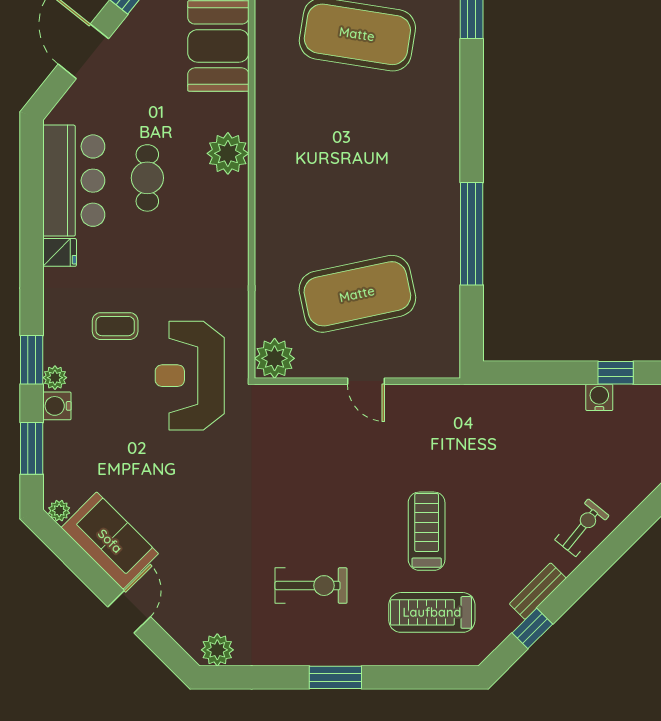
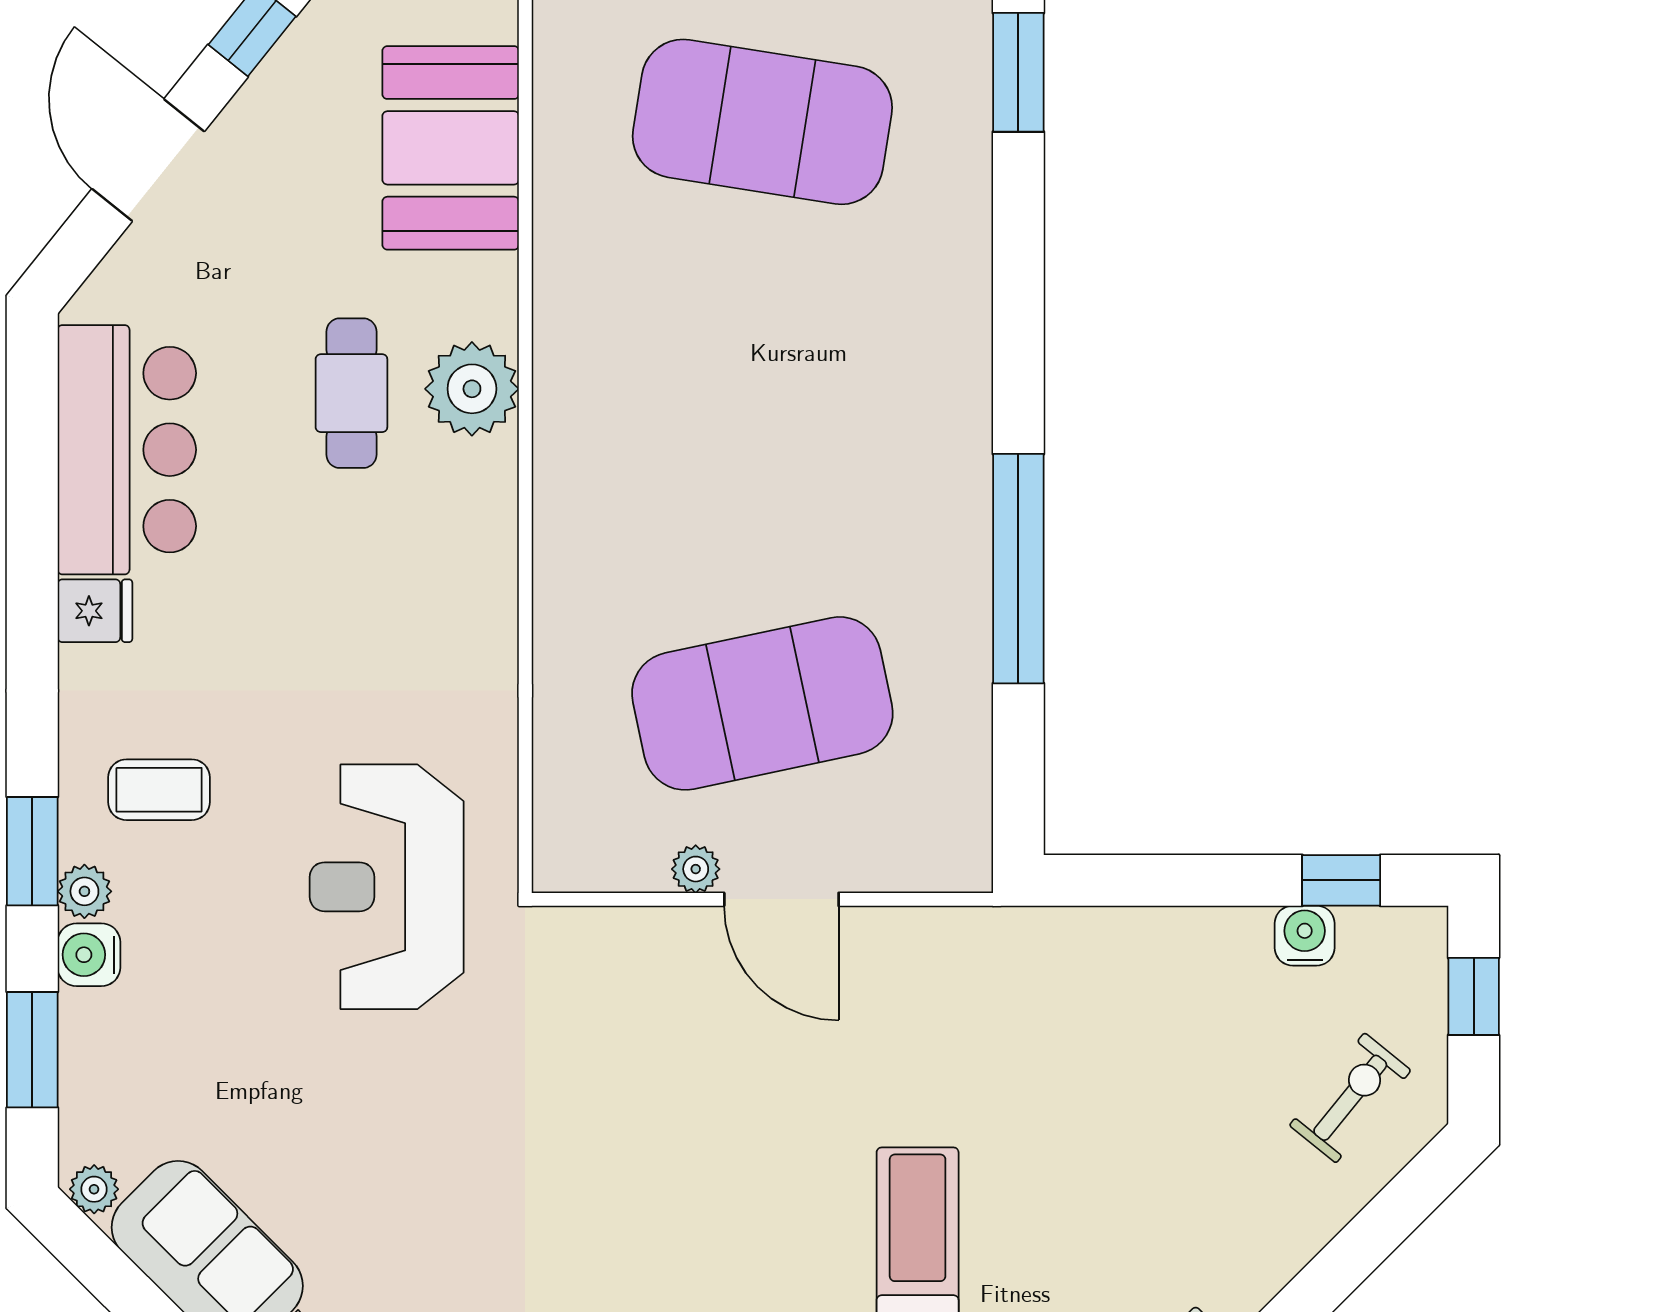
cafe table: (147, 178) -> (351, 393), moved
coffee table: (115, 326) -> (159, 790), moved
plant: (275, 358) -> (696, 869), moved, width x0.53, depth x0.53
door: (366, 381) -> (781, 899), width x1.38
exercise bike: (582, 528) -> (1350, 1098), moved

